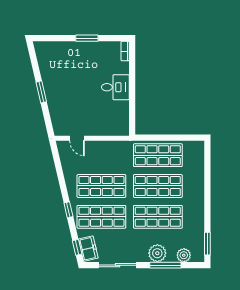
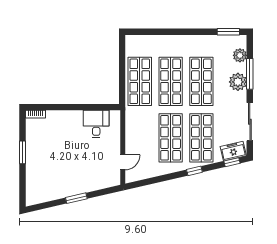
desk: (115, 87) -> (96, 124), moved

